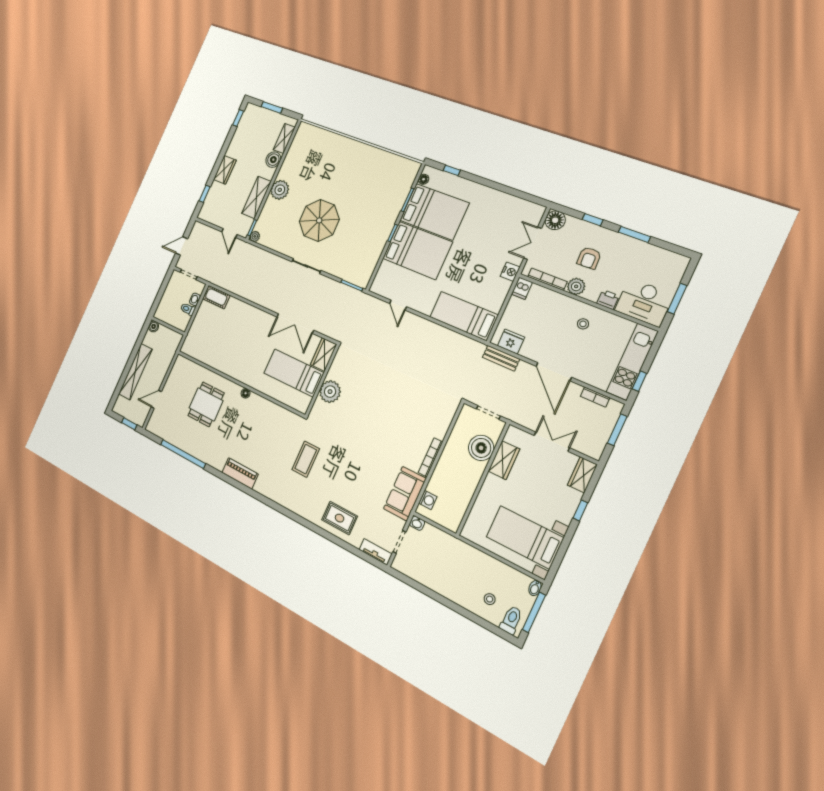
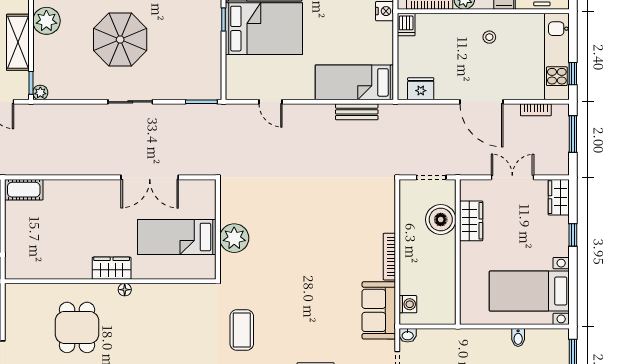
wardrobe: (324, 355) -> (112, 268), moved, turned 90
bench: (501, 358) -> (357, 112), moved
bidet: (535, 588) -> (518, 338), moved

